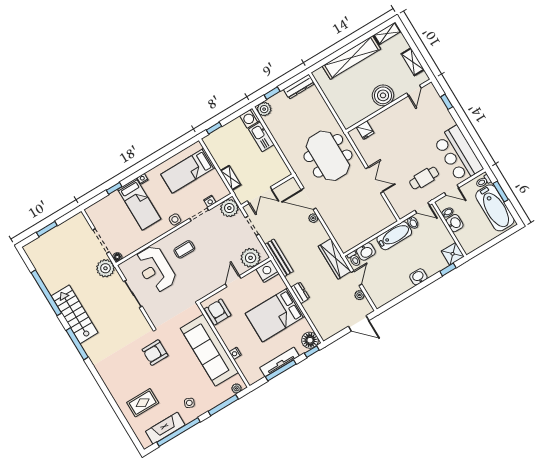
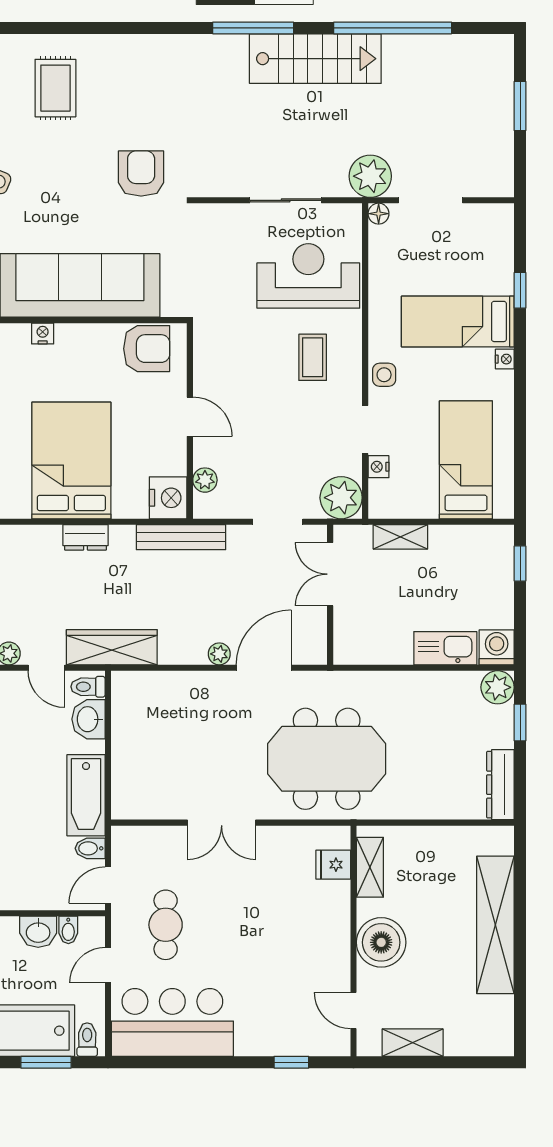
shelving: (387, 33) -> (370, 867), moved
plant: (251, 258) -> (205, 480), width x0.53, depth x0.53

